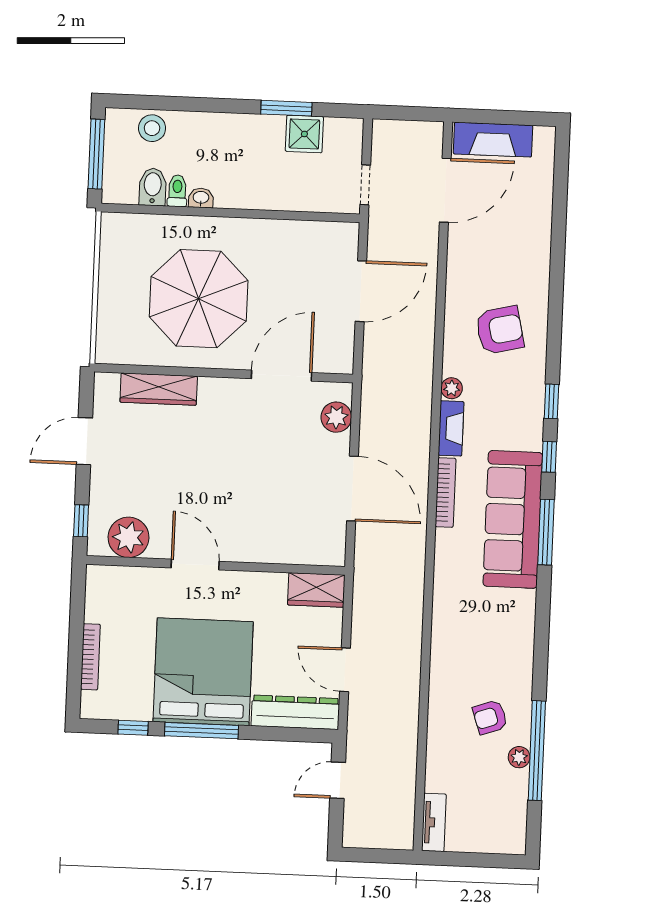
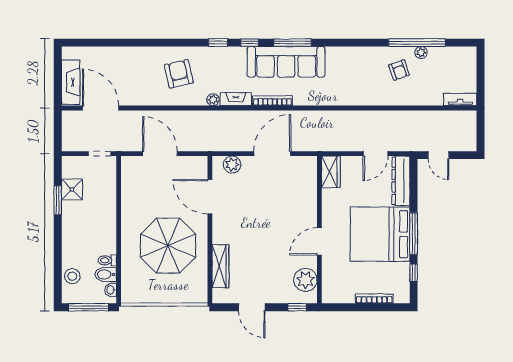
washbasin: (201, 198) -> (111, 290), moved

